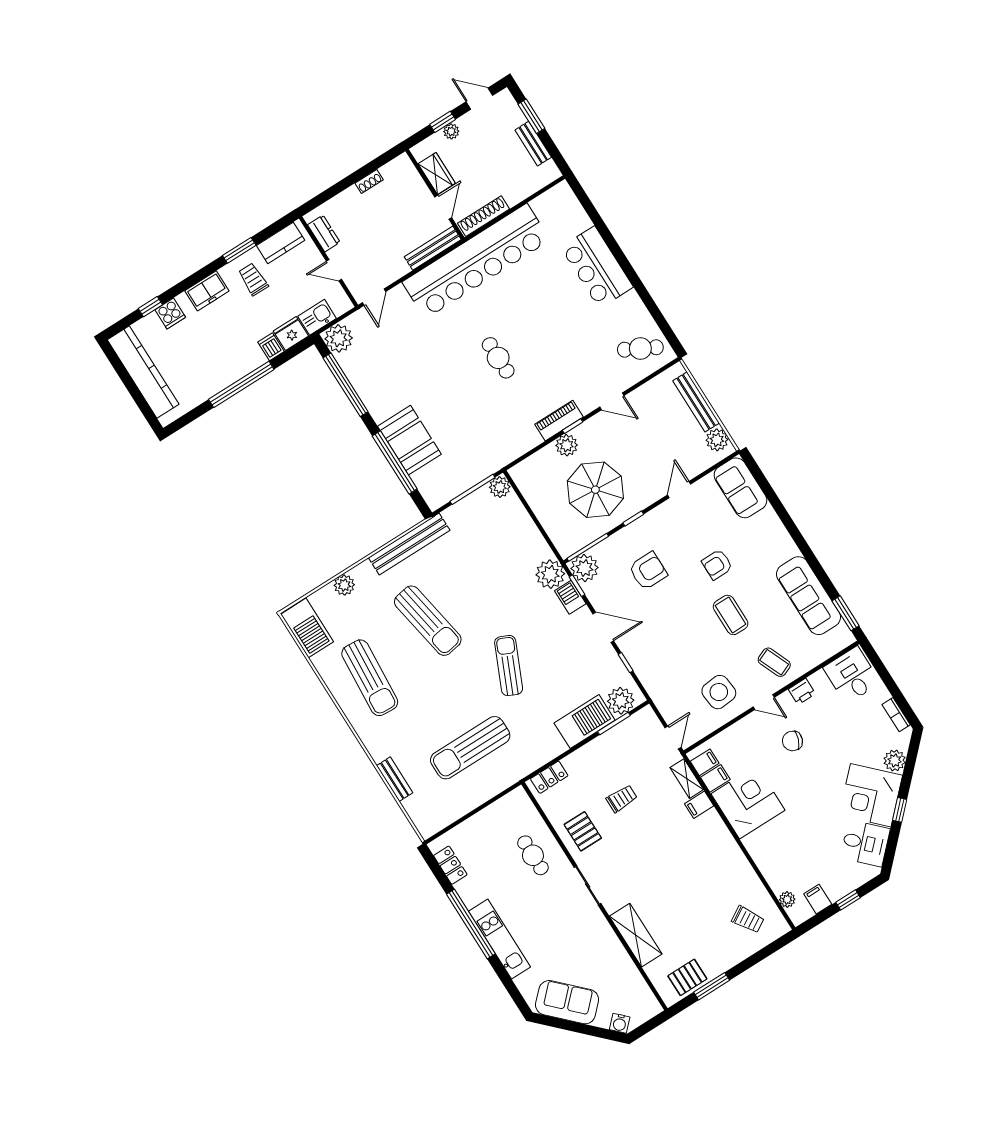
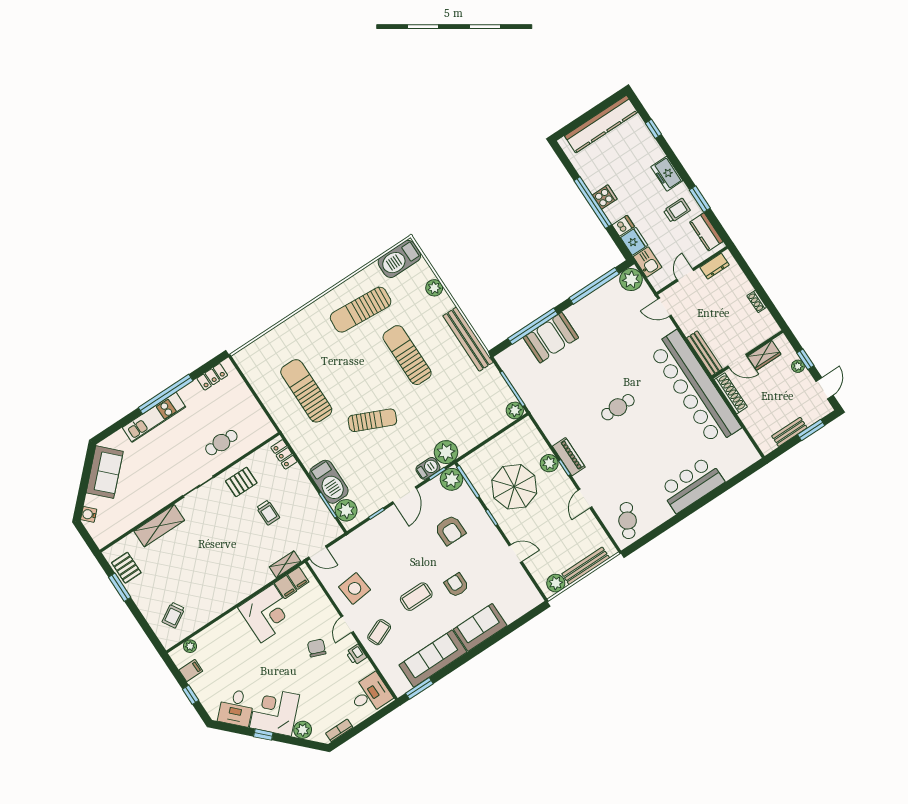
cooker: (170, 313) -> (605, 197), moved, turned 180
sofa: (740, 488) -> (480, 627), moved
sun lounger: (428, 621) -> (407, 355), turned 100
bench: (395, 779) -> (280, 331), removed
filing cabinet: (699, 805) -> (264, 575), removed

